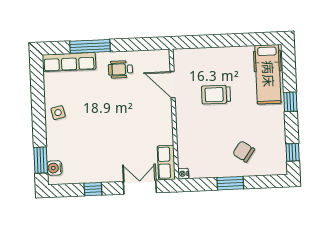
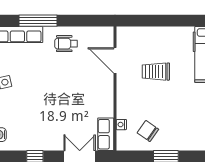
chair: (244, 151) -> (148, 131), moved
nightstand: (183, 174) -> (121, 125), moved

